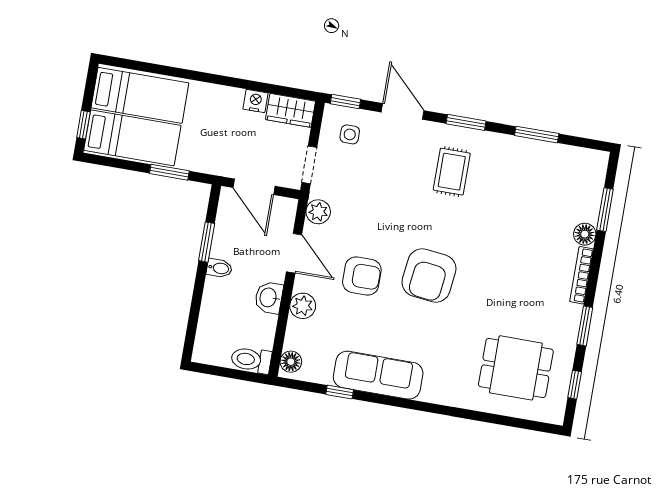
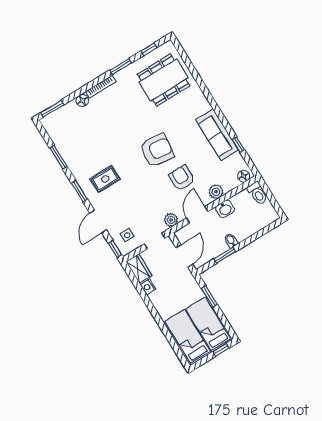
window: (605, 210) -> (52, 109), moved
dining table: (516, 368) -> (163, 80), width x1.38

